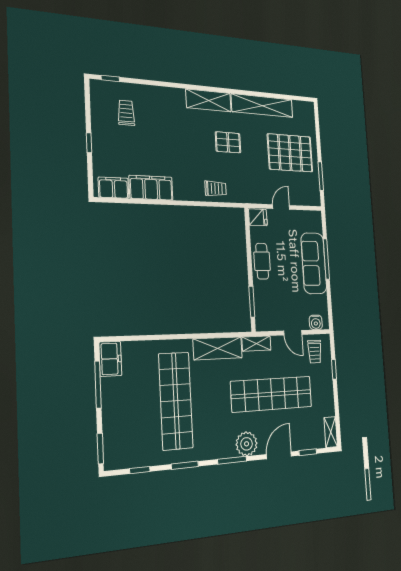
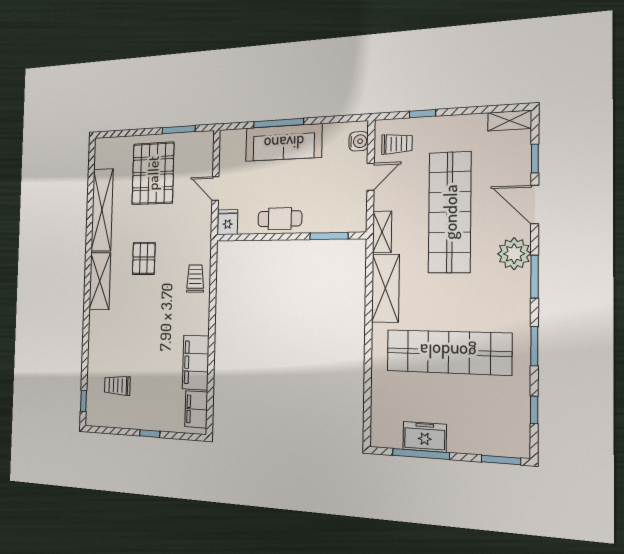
freezer: (110, 359) -> (425, 437), moved

